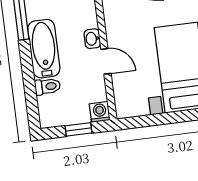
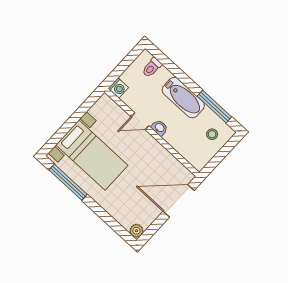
toilet: (48, 87) -> (152, 68), moved
window: (78, 129) -> (122, 67), removed

